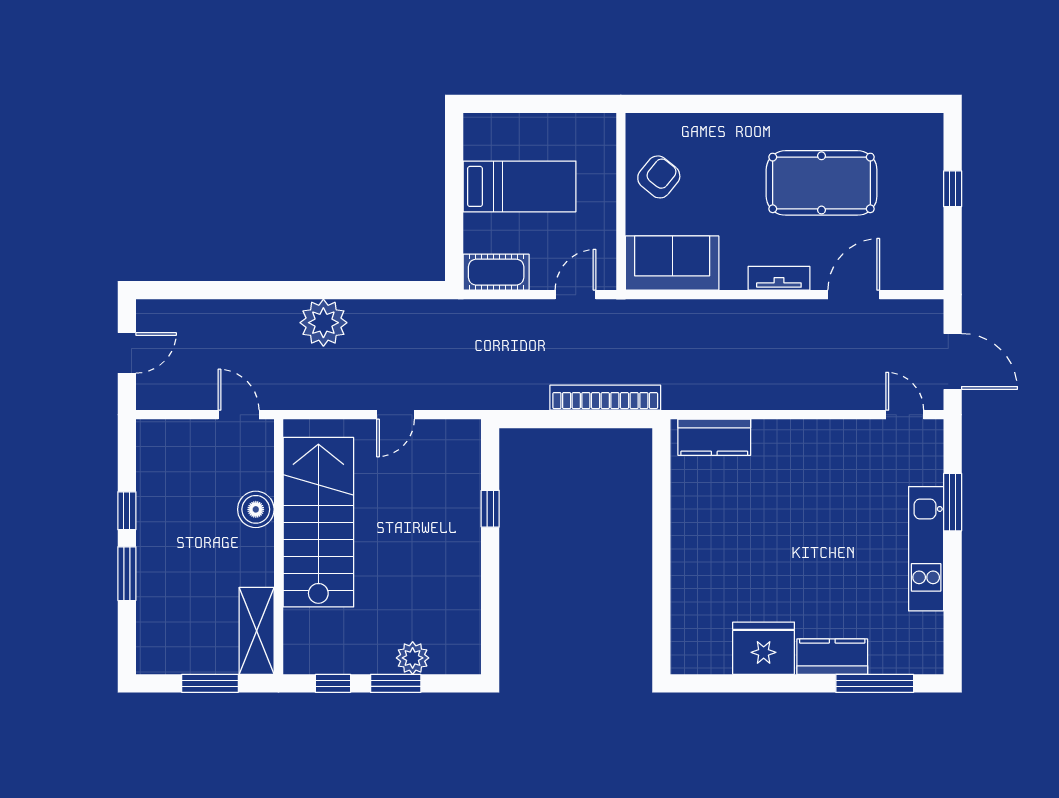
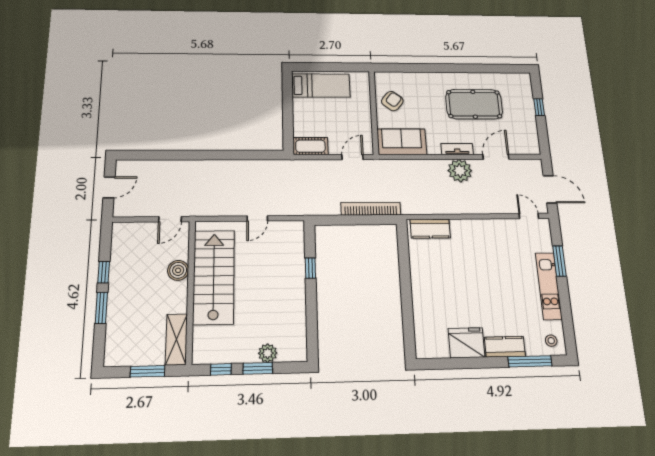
bed: (520, 186) -> (321, 86), moved
plant: (323, 323) -> (460, 171), moved
door: (239, 415) -> (170, 219), swing flipped
stool: (918, 648) -> (551, 341), added

